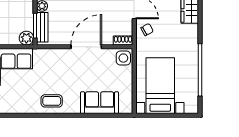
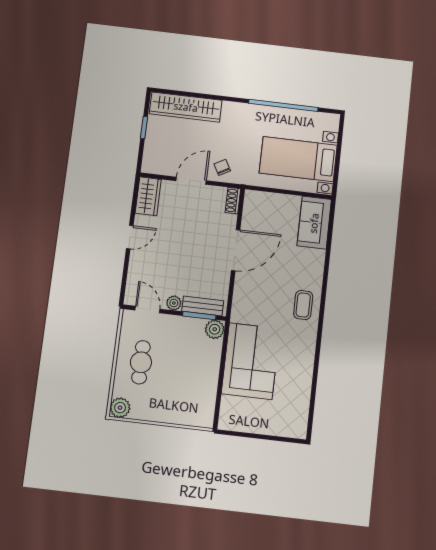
door: (86, 47) -> (236, 250), swing flipped
side table: (123, 58) -> (256, 203), removed
sofa: (100, 103) -> (314, 223), moved

